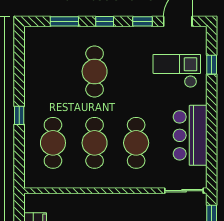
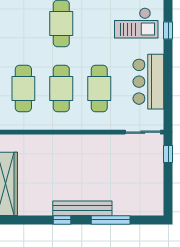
window: (212, 65) -> (168, 30), moved
checkout: (177, 71) -> (136, 23), turned 180

